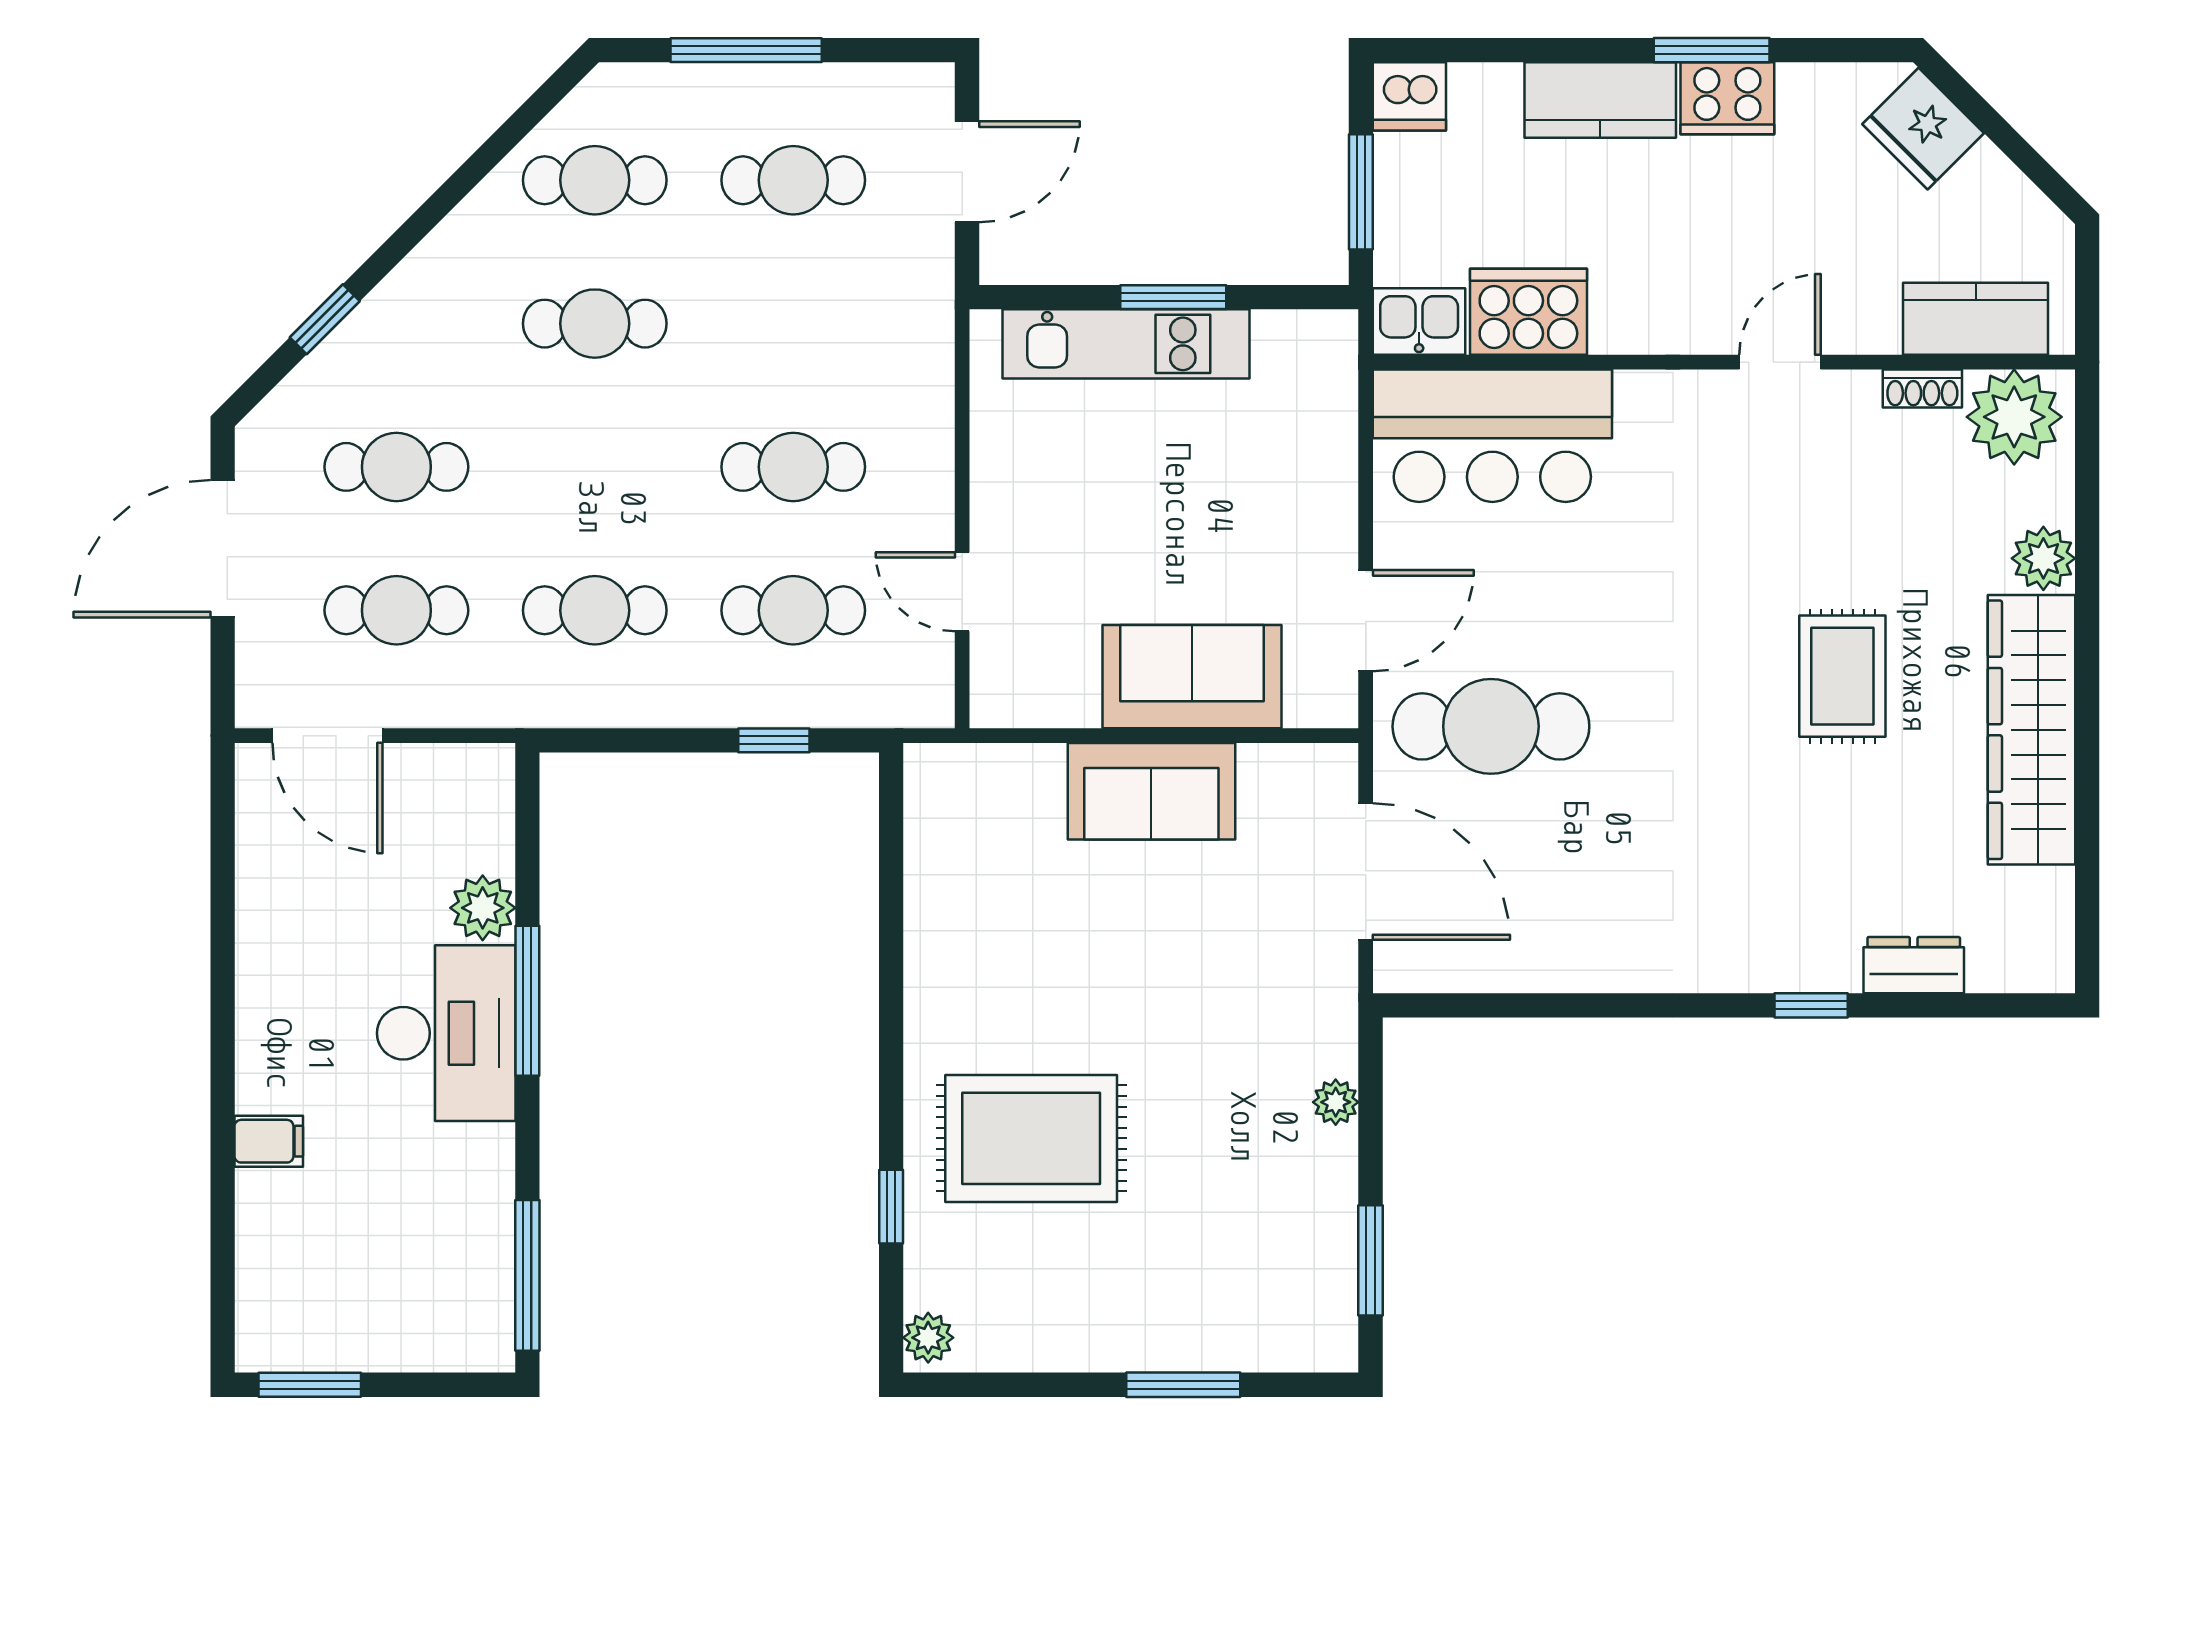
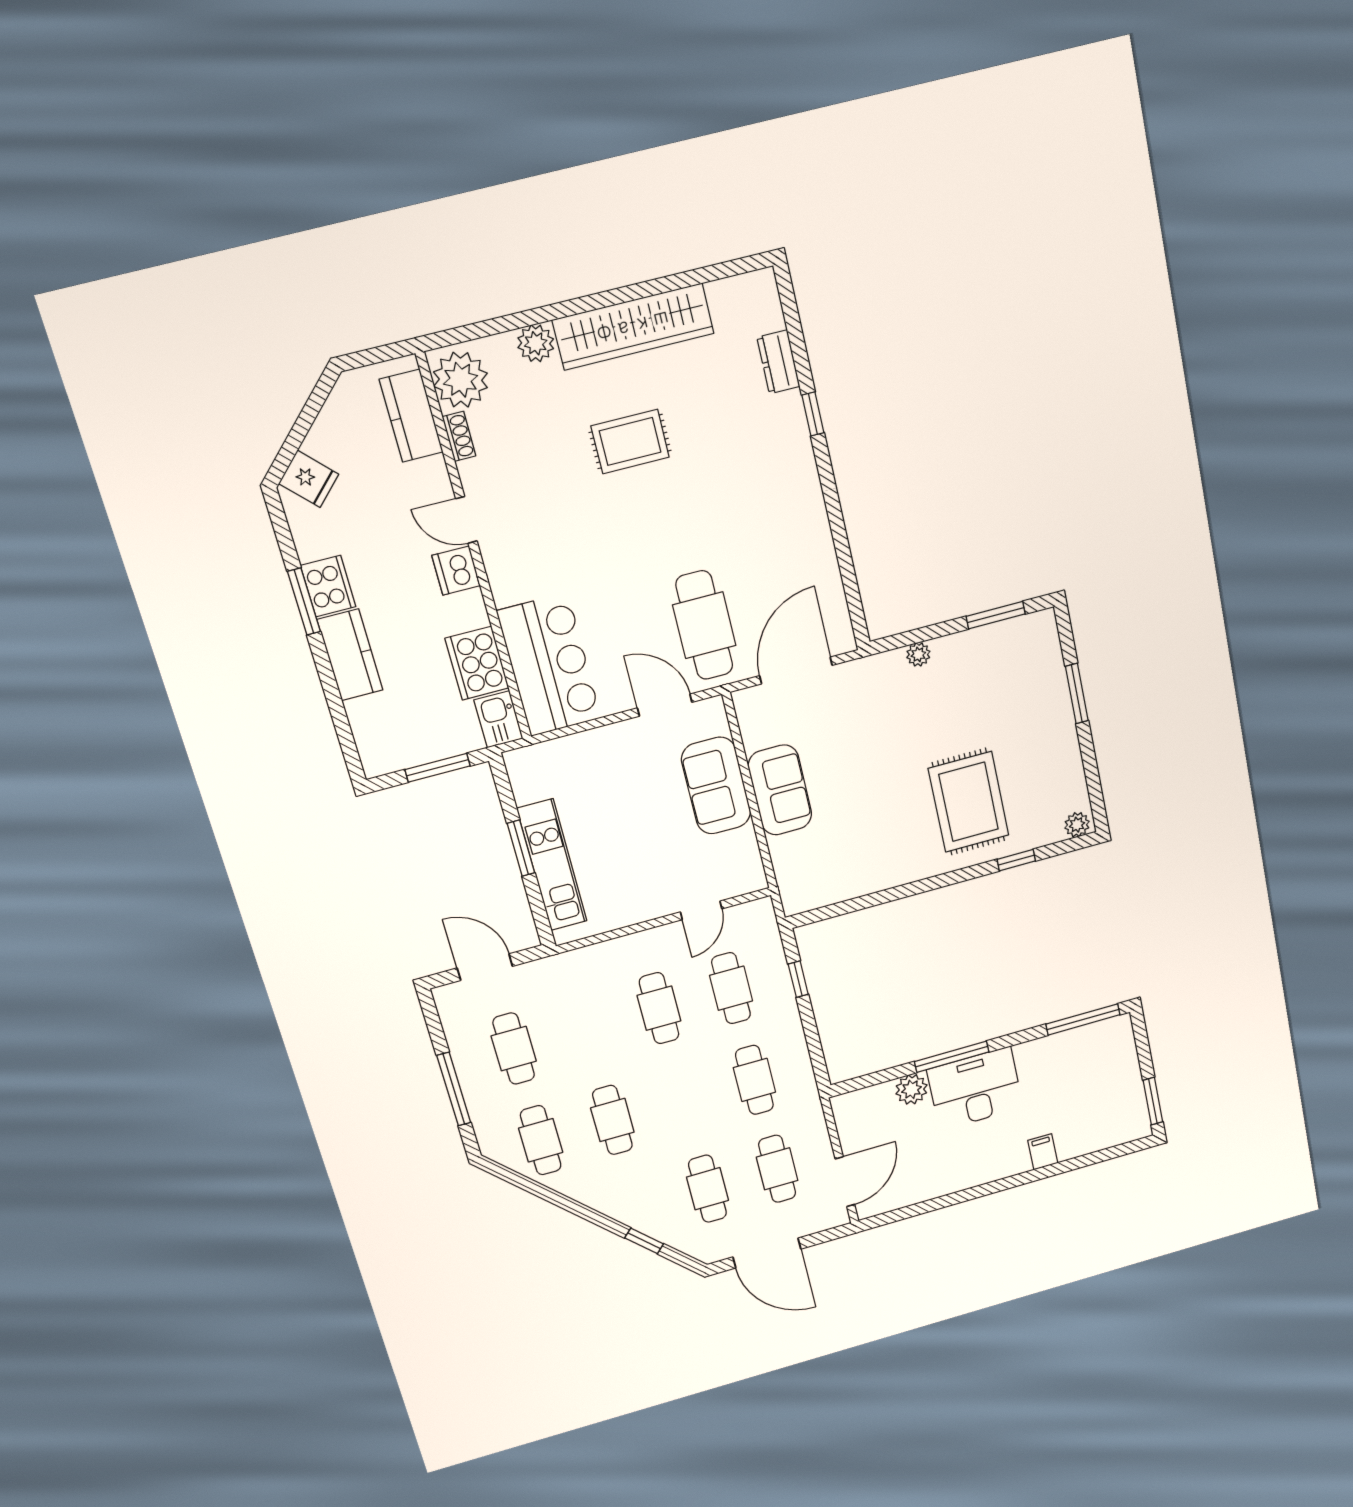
dishwasher: (1409, 96) -> (456, 571), moved, turned 180
fridge: (1923, 129) -> (309, 479), width x0.72

